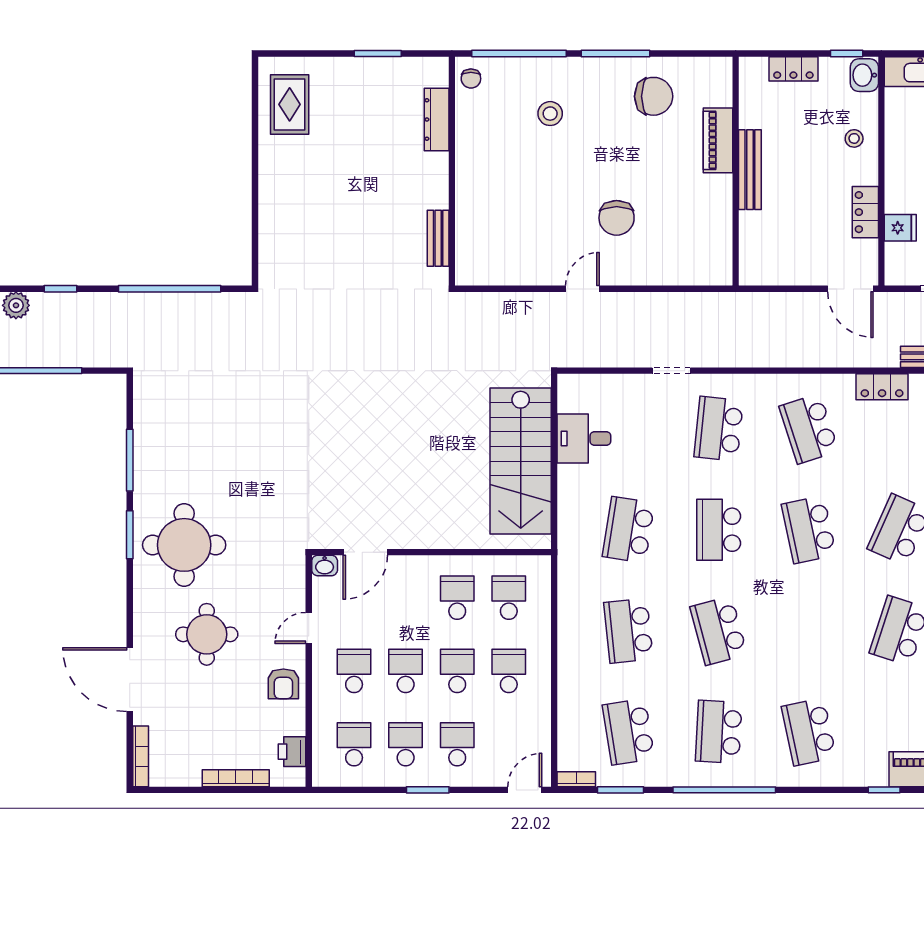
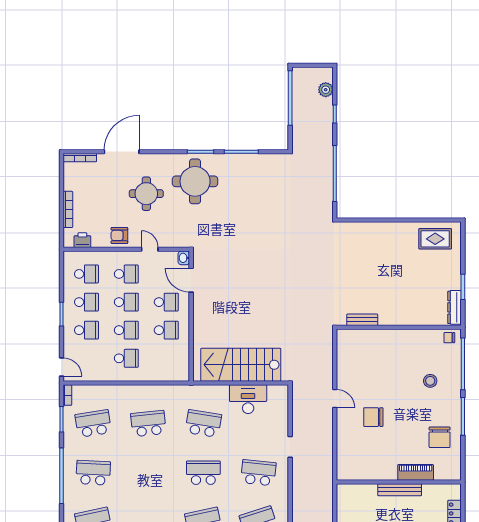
dresser: (437, 119) -> (455, 307), moved, turned -90
desk: (584, 439) -> (248, 399), width x1.37
school desk: (509, 598) -> (166, 302), moved
school desk: (719, 631) -> (148, 473), removed

